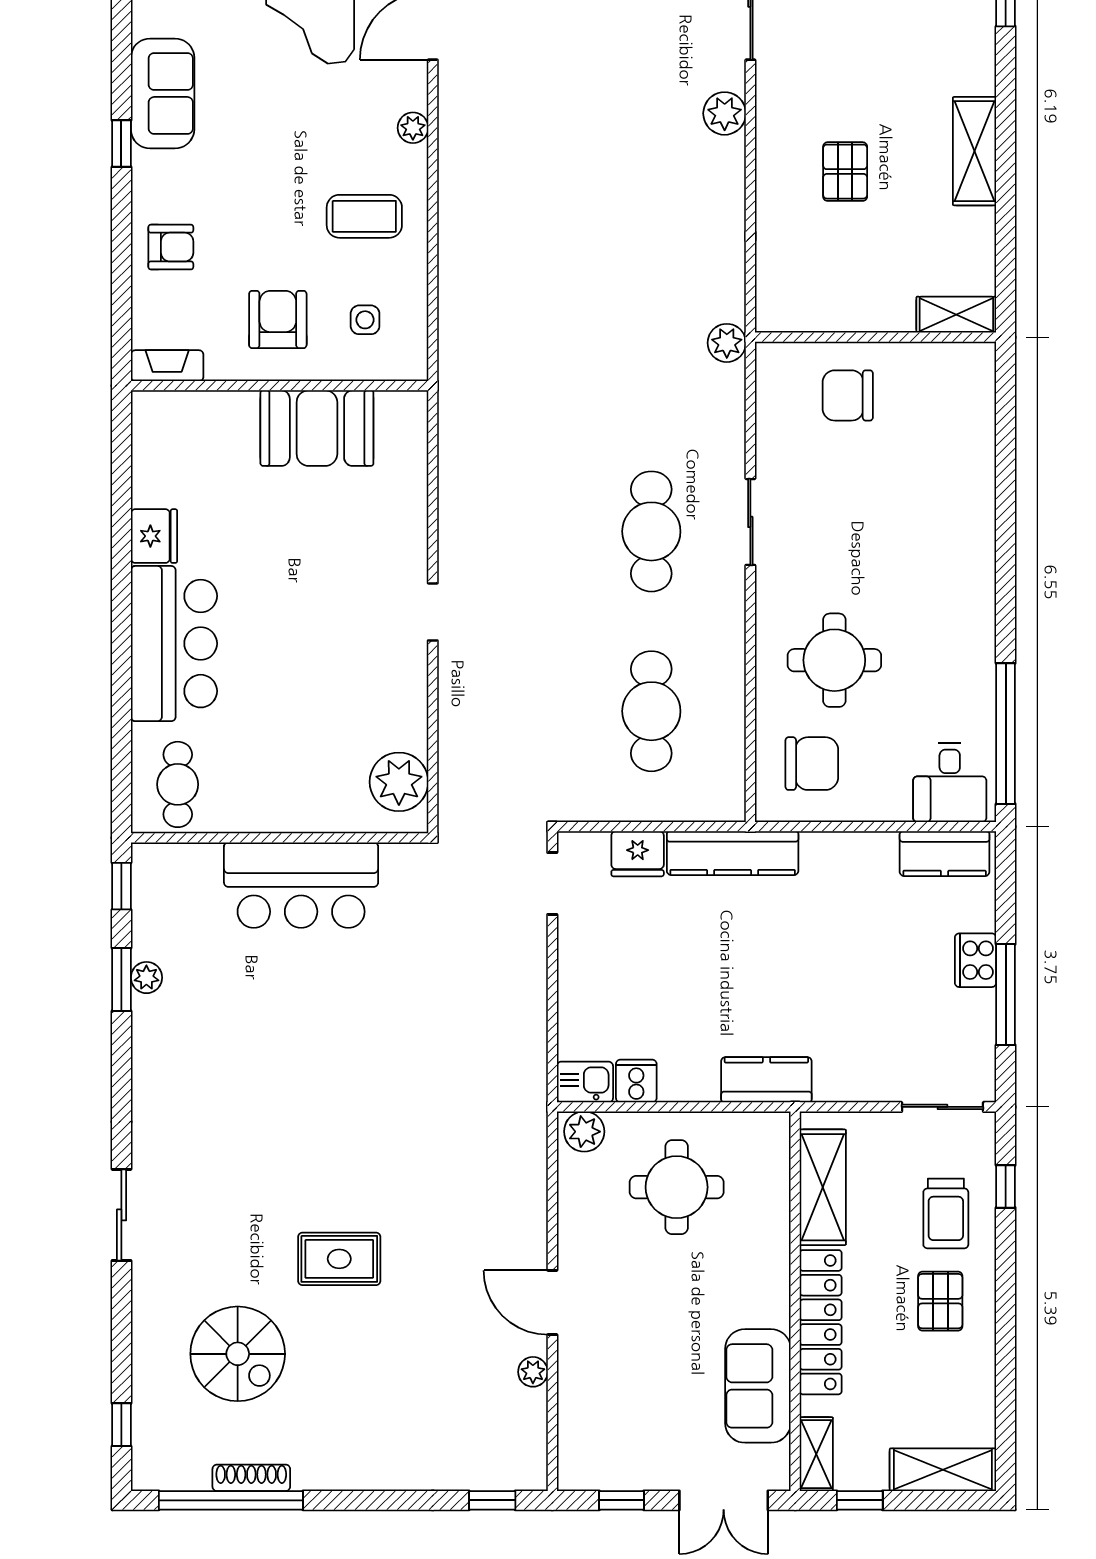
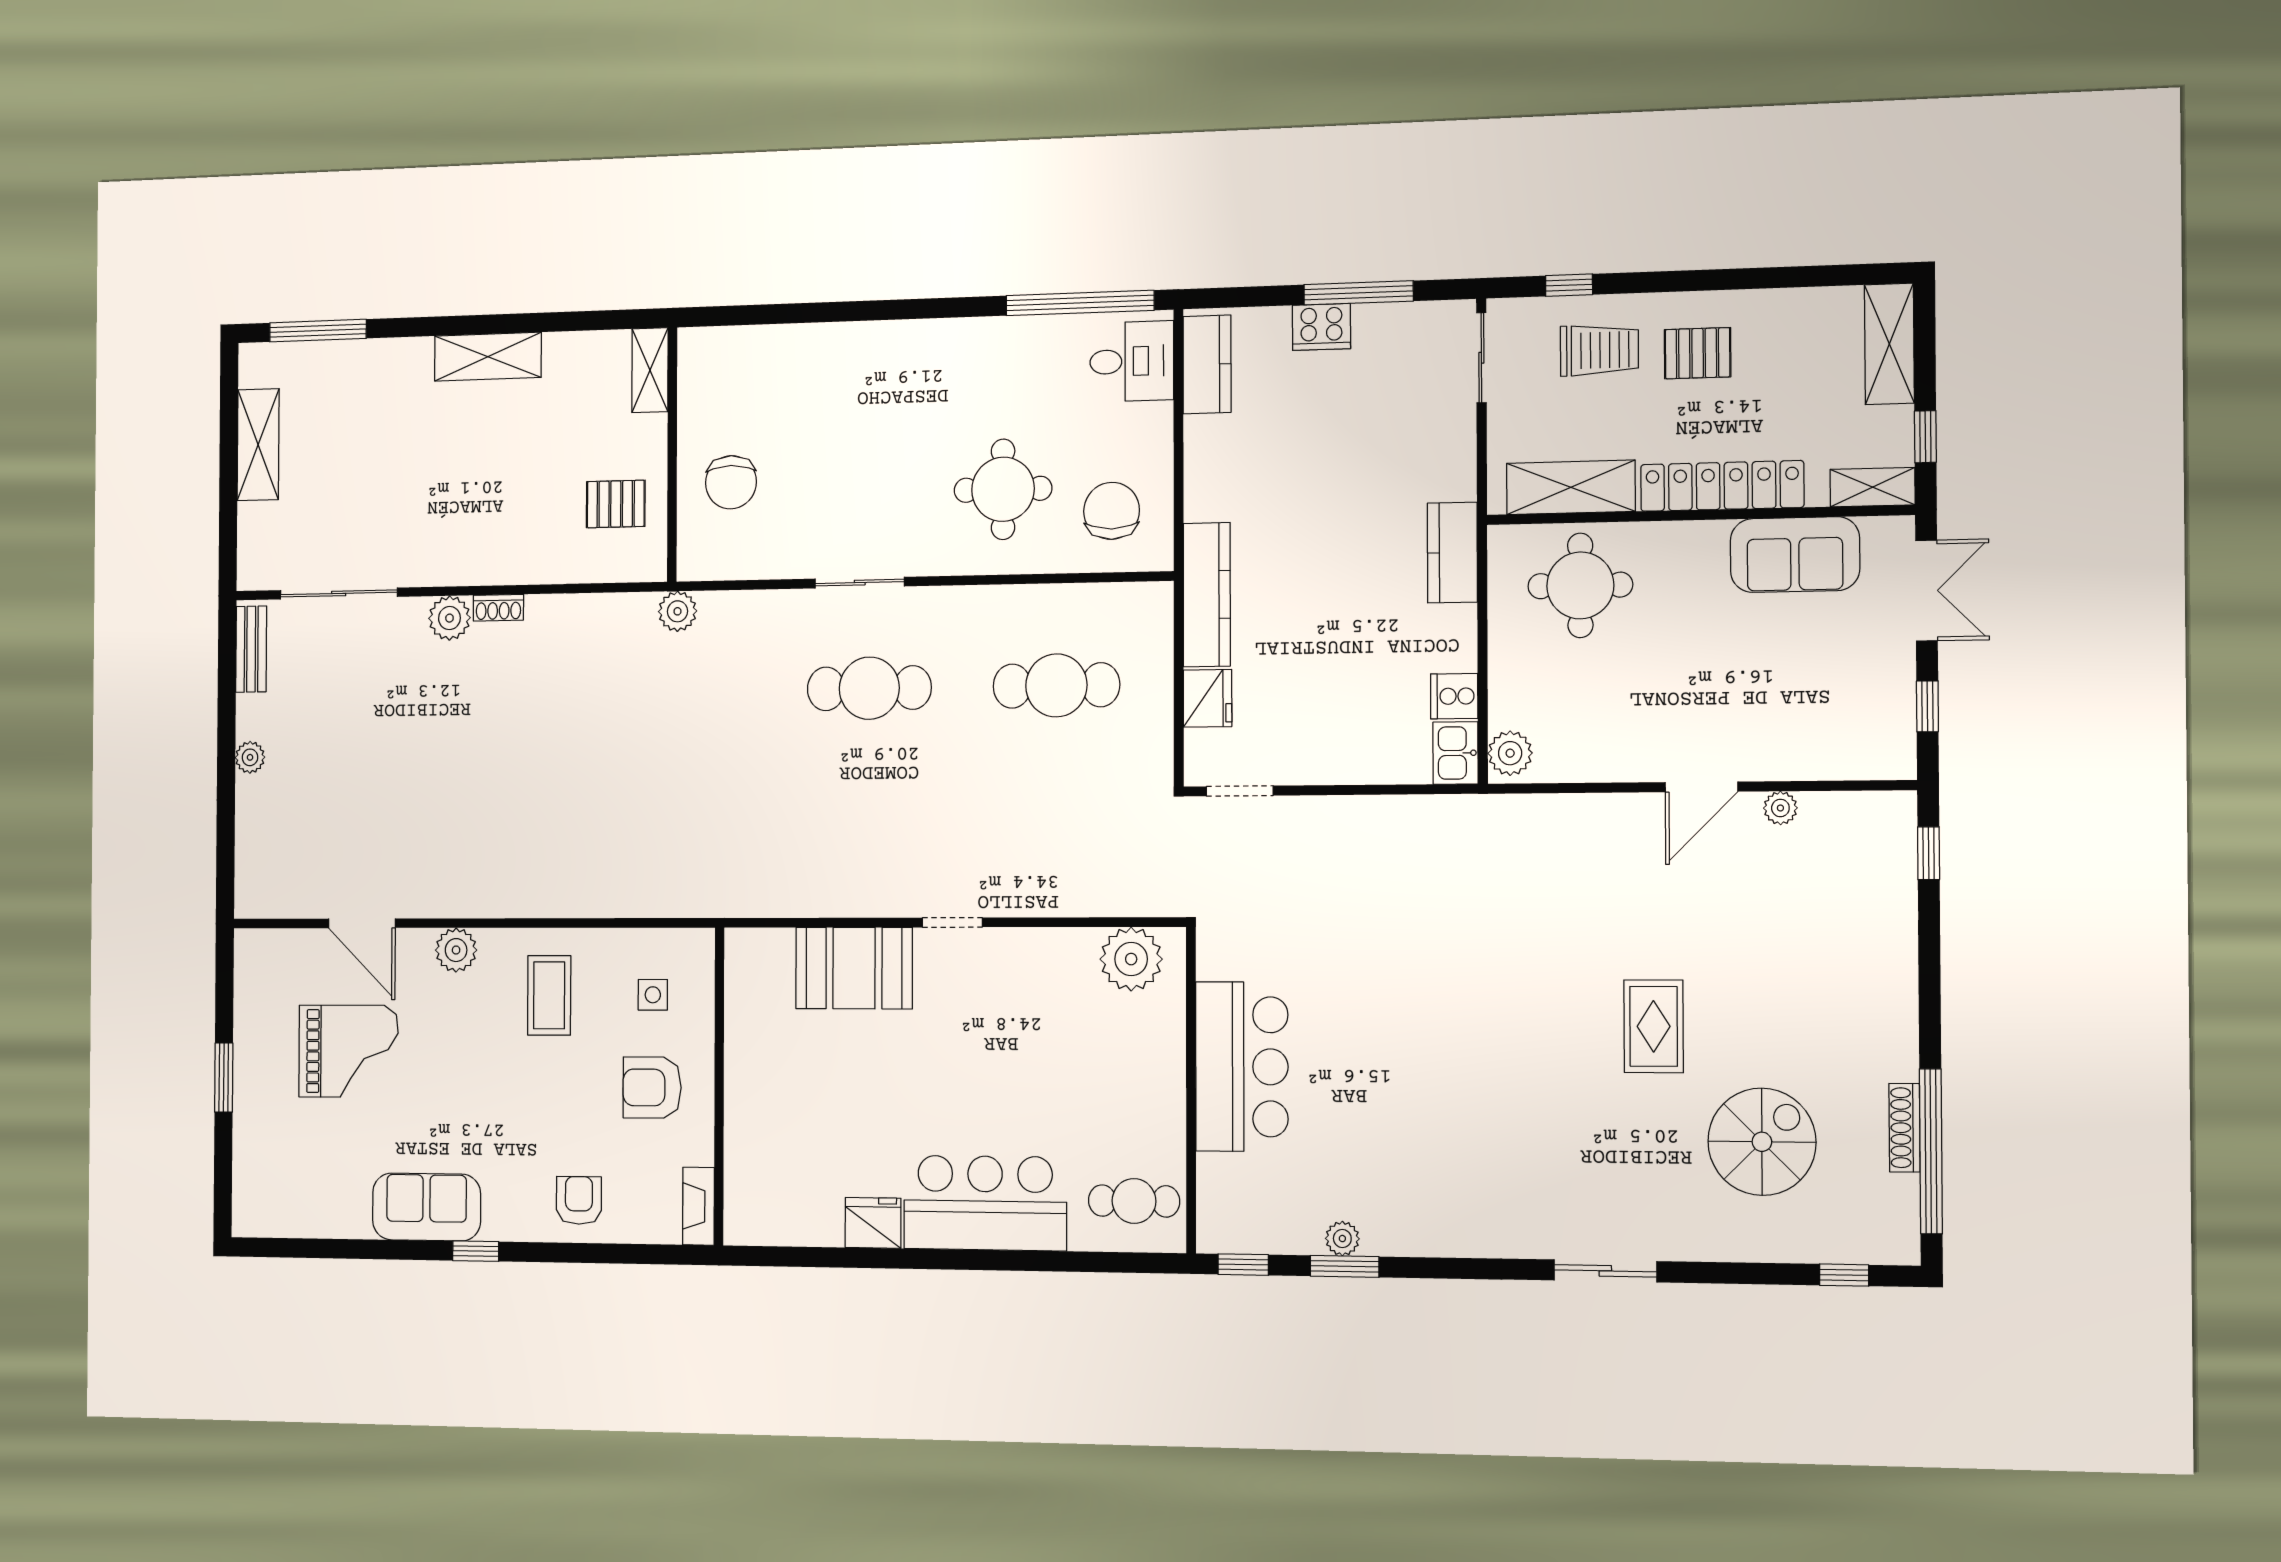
plant: (413, 128) -> (456, 950), width x1.38, depth x1.38
shoe rack: (734, 163) -> (498, 608), added
pallet: (845, 172) -> (616, 504), moved
booth: (317, 428) -> (854, 968), moved, turned 90
round table: (677, 1187) -> (1580, 585), moved

